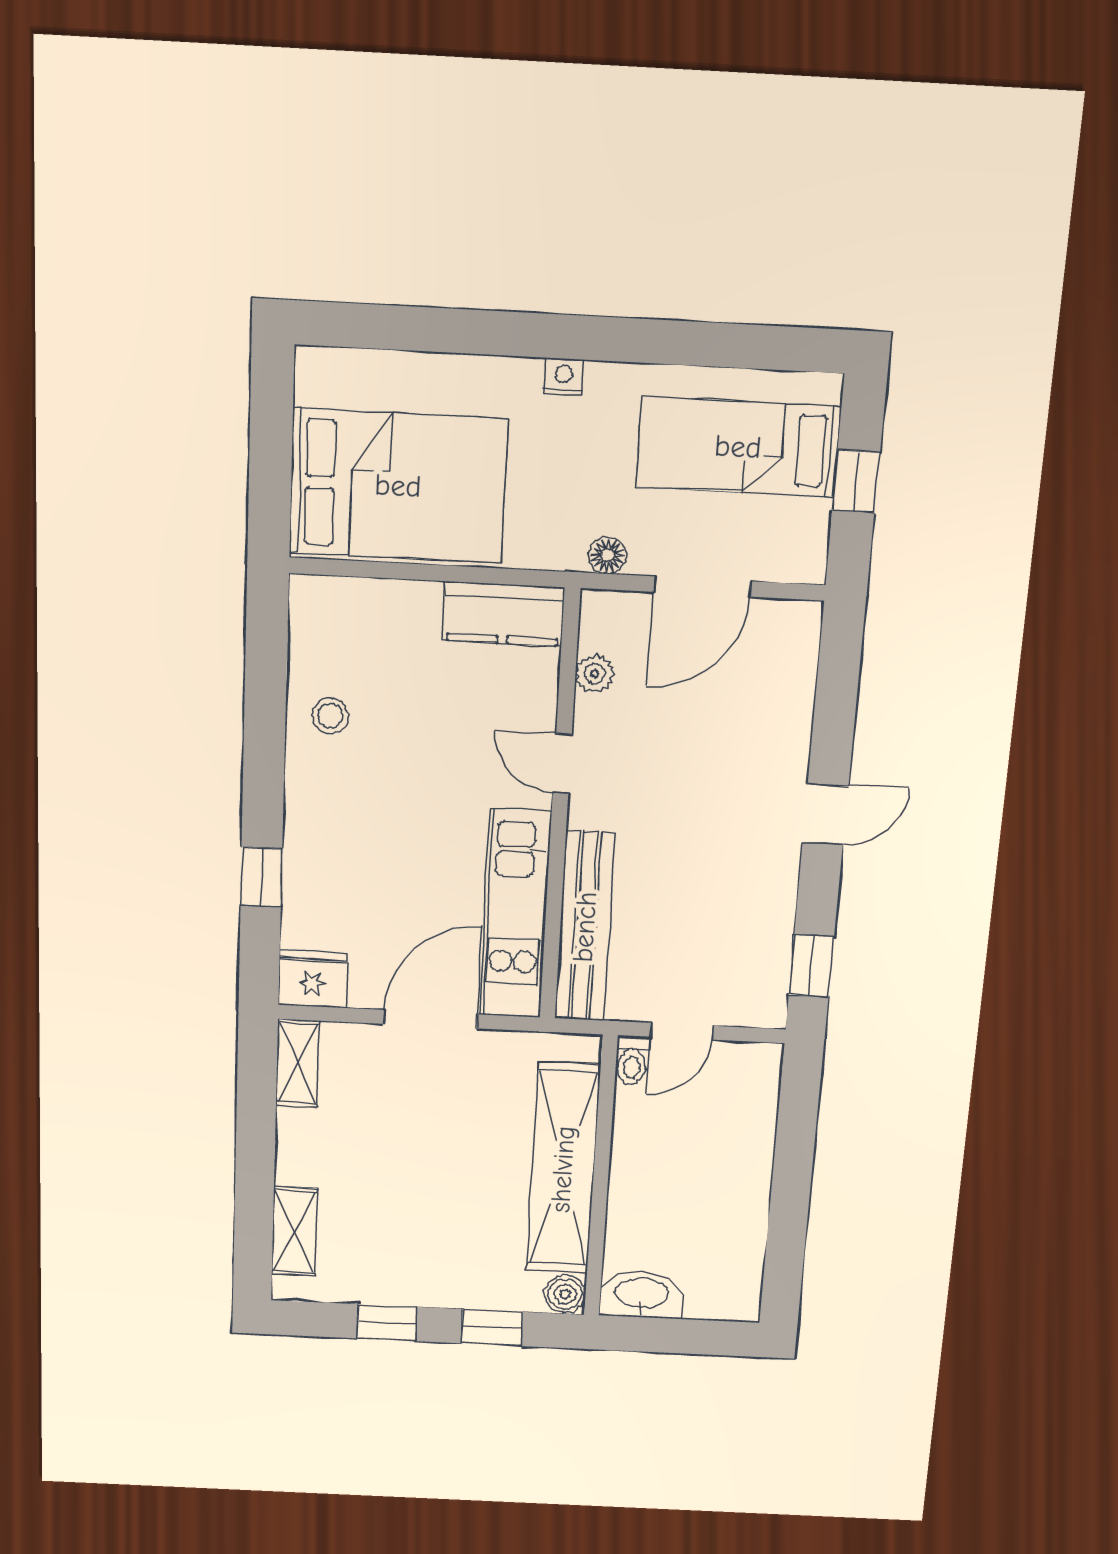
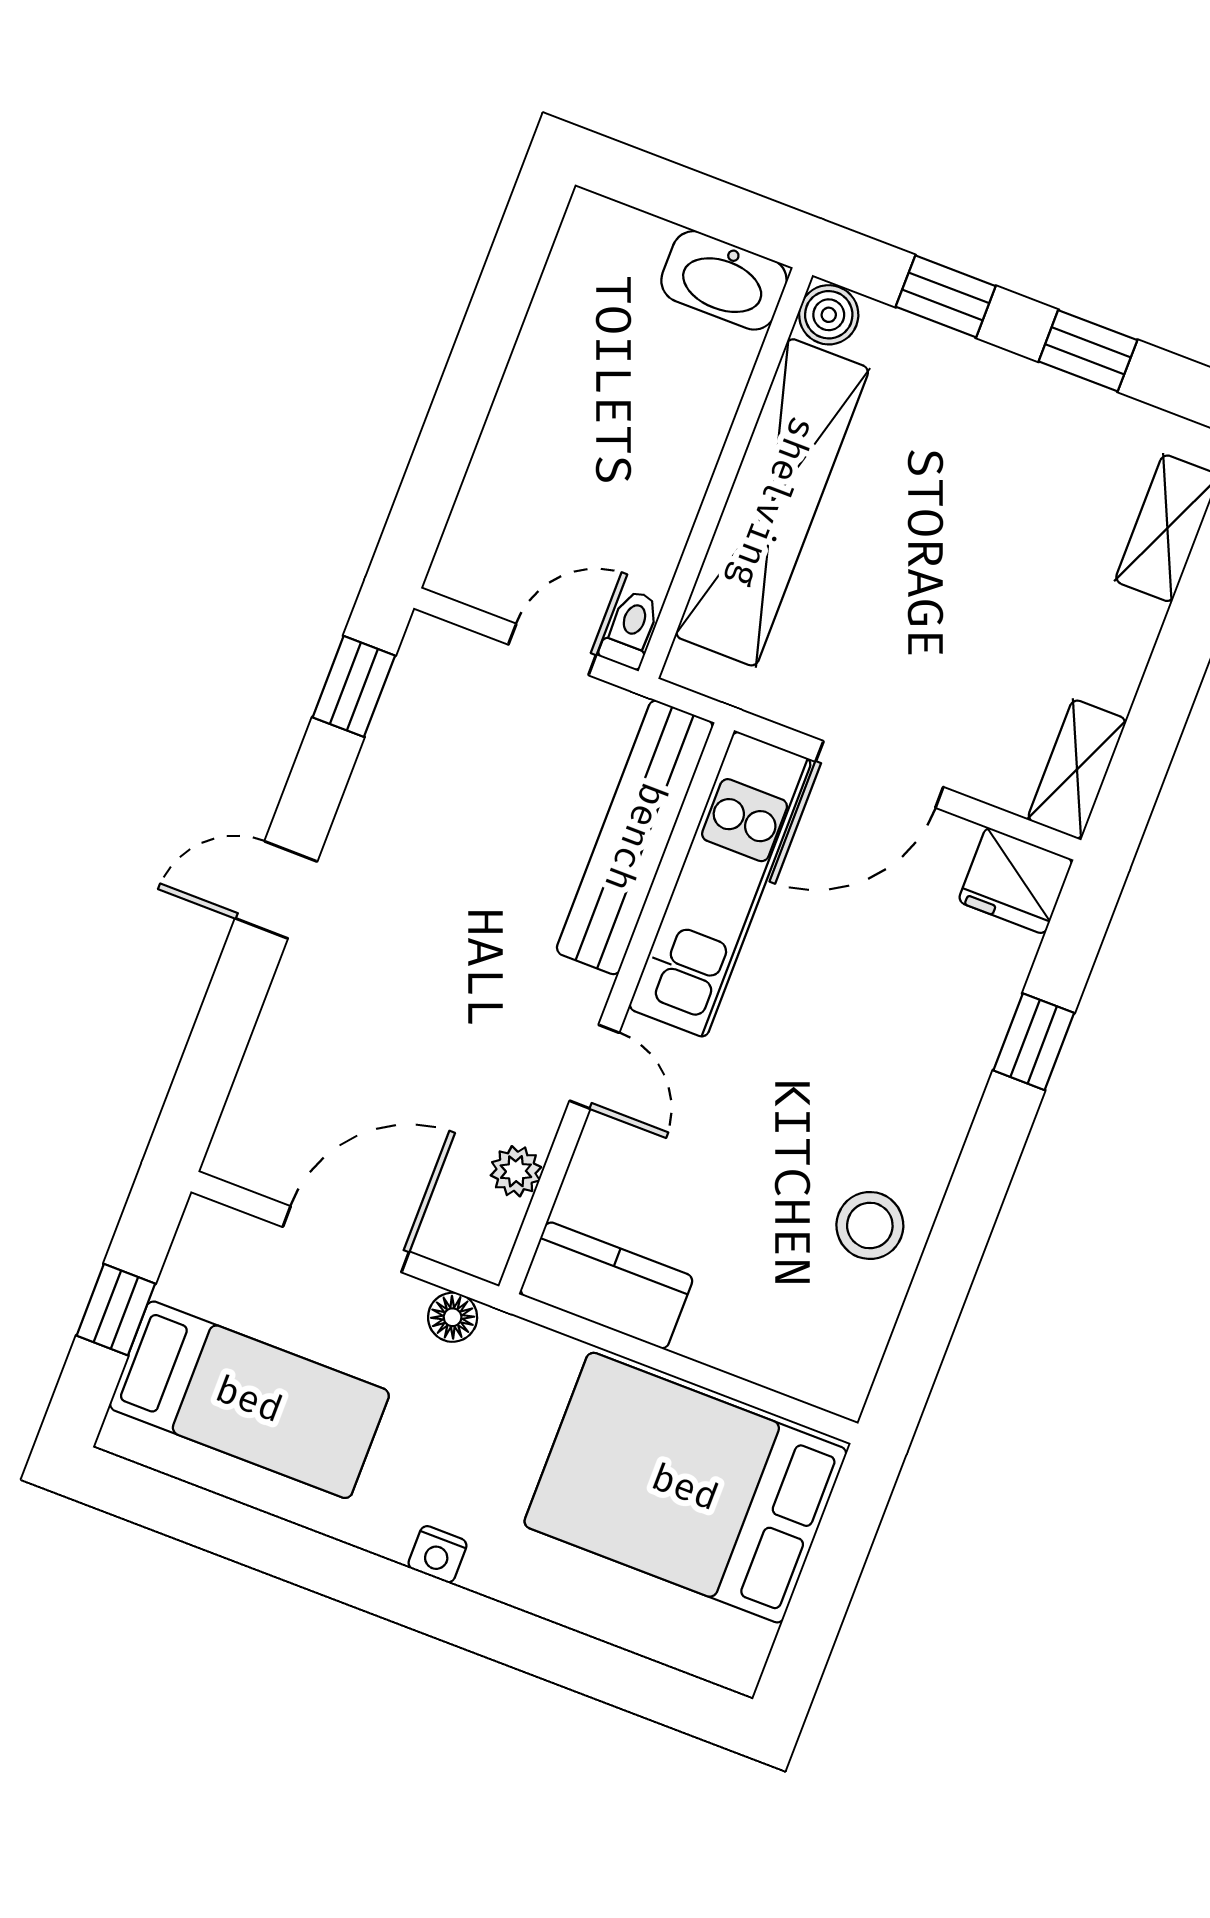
stool: (330, 716) -> (870, 1225), width x1.37, depth x1.37

